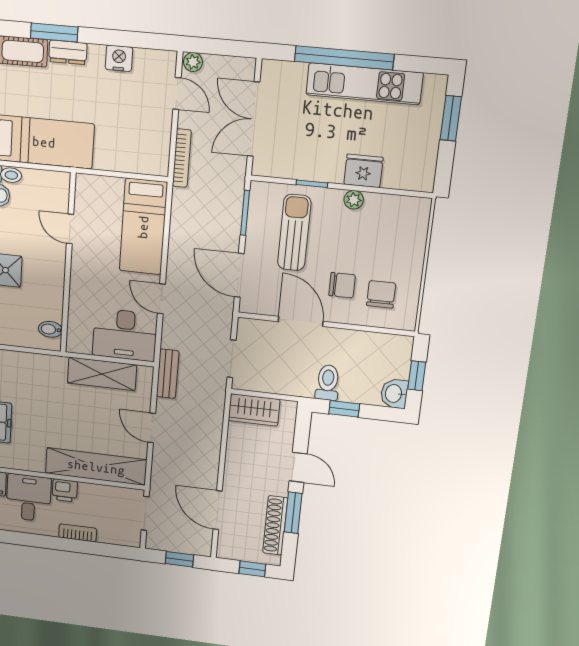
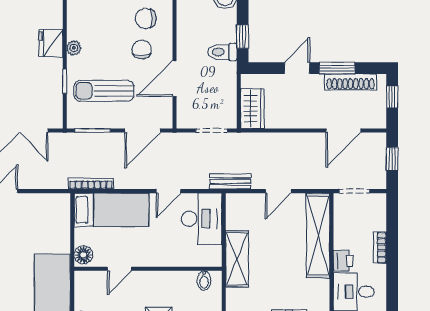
bookcase: (182, 158) -> (91, 183), moved
floor lamp: (90, 186) -> (83, 255), added
shelving: (102, 374) -> (237, 259), moved

